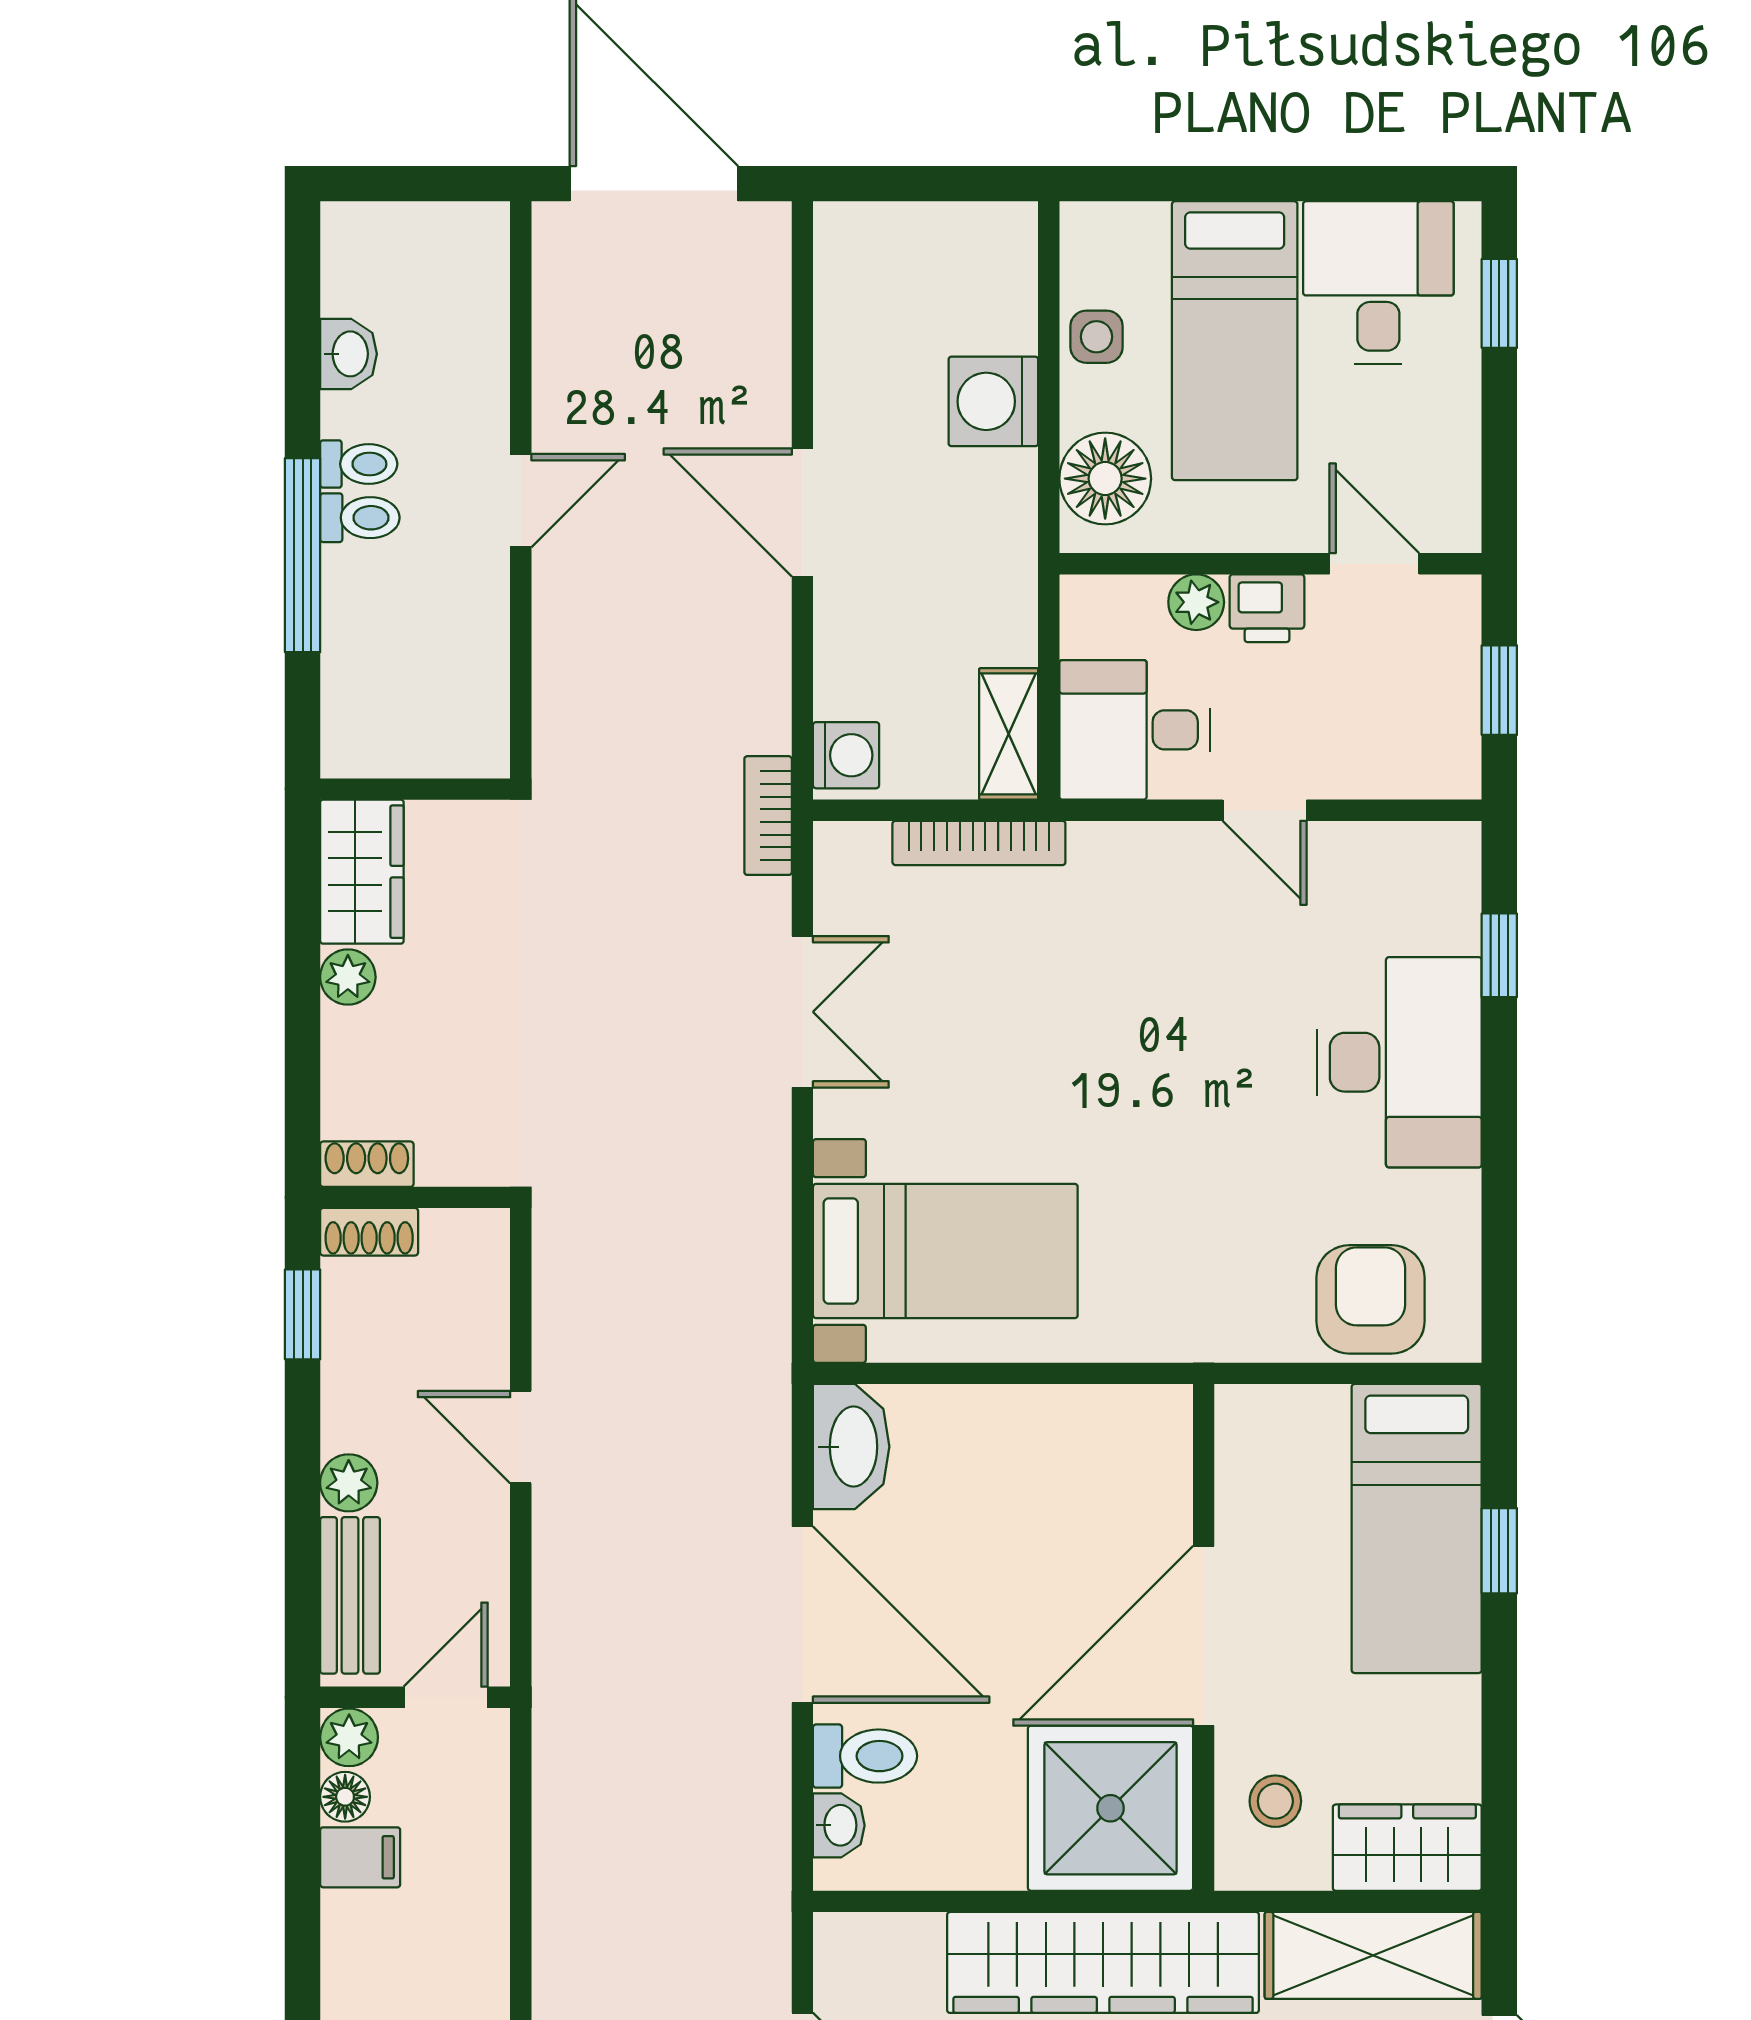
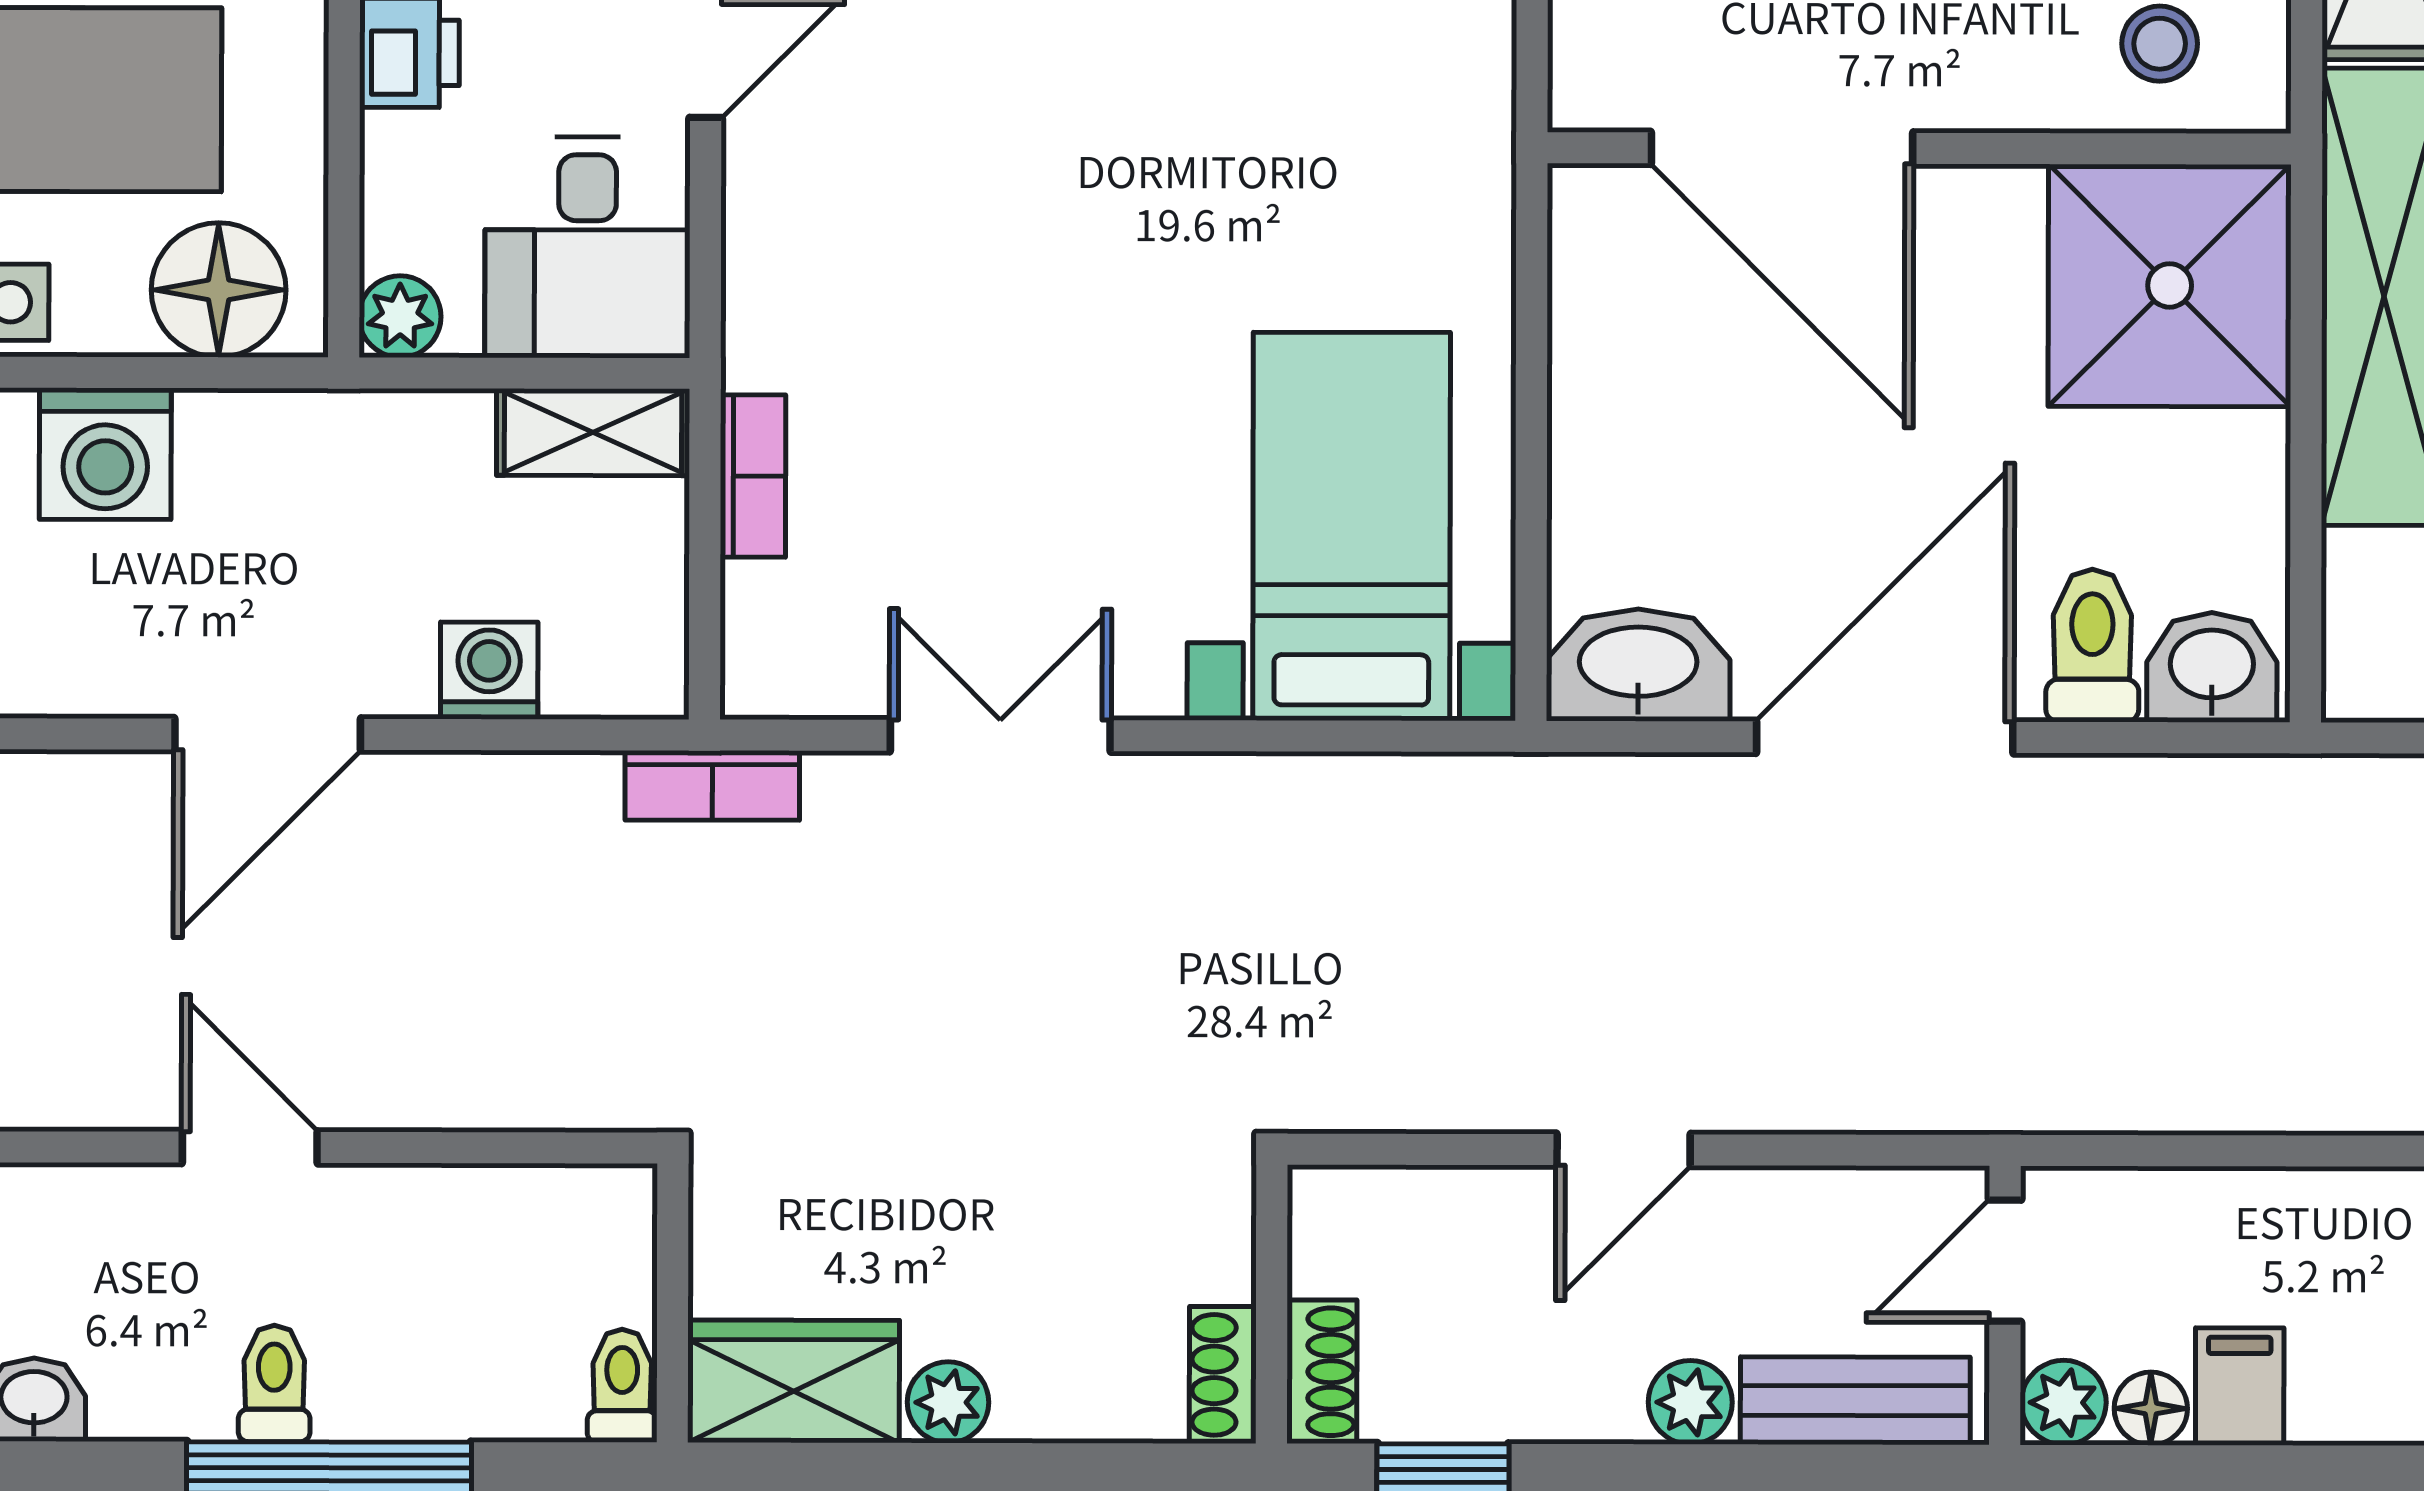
toilet: (359, 464) -> (622, 1386), moved
plant: (1196, 602) -> (400, 317), moved
washing machine: (846, 755) -> (489, 671), moved
bookcase: (979, 843) -> (753, 476), width x0.64
door: (1204, 1636) -> (1782, 148), moved
door: (446, 1697) -> (2005, 1261), hinge flipped
washbasin: (839, 1825) -> (2212, 667), width x1.38, depth x1.45

